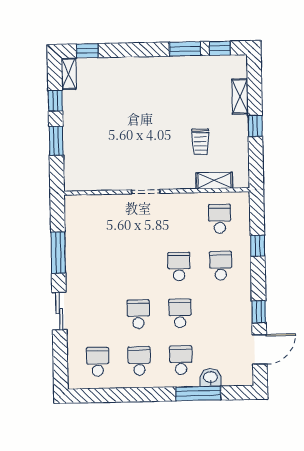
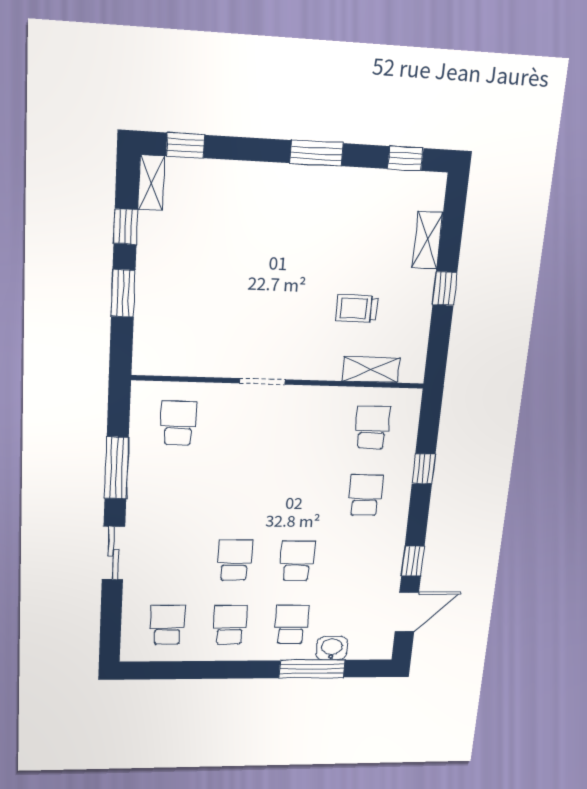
window: (185, 49) -> (317, 153), moved
trolley: (200, 142) -> (356, 308), turned 90
school desk: (179, 266) -> (178, 423), moved

